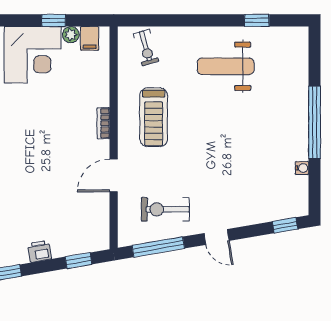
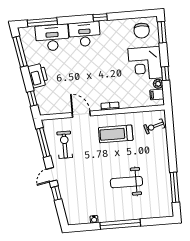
window: (257, 20) -> (175, 187), width x2.17
weight bench: (226, 66) -> (126, 182), moved, turned -90
window: (285, 225) -> (56, 193), moved
printer: (39, 251) -> (38, 76), width x1.87, depth x1.48

